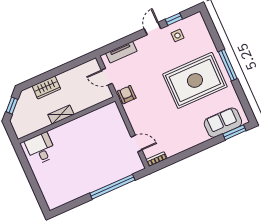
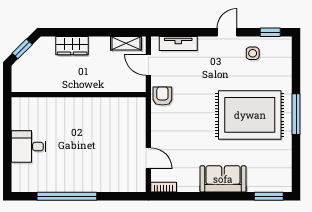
window: (174, 19) -> (270, 32), moved
shelving: (61, 115) -> (126, 43), moved
sofa: (223, 123) -> (223, 179), moved
desk: (41, 149) -> (29, 146), moved, turned -90
window: (112, 187) -> (67, 196), moved

